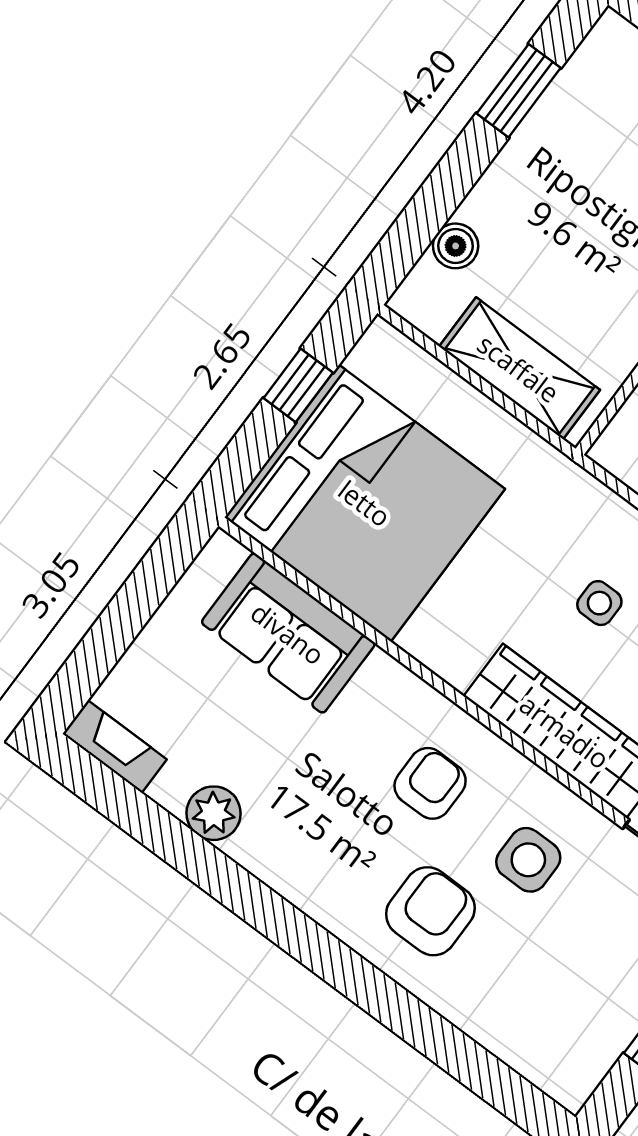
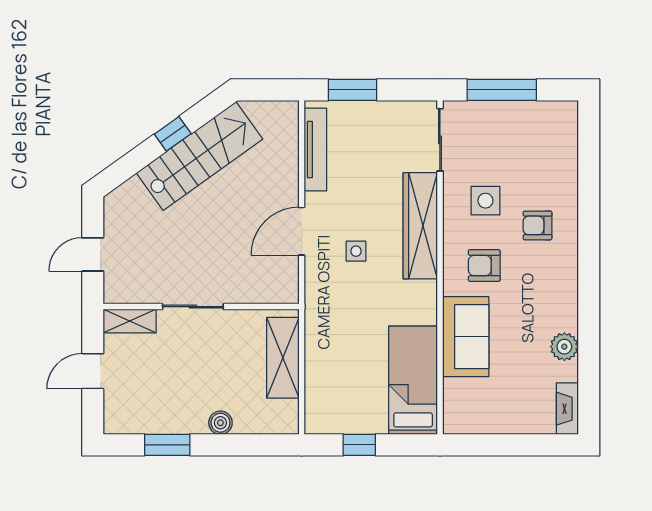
boiler: (456, 246) -> (220, 423), moved
bed: (365, 503) -> (413, 380), width x0.49
sofa: (288, 633) -> (466, 337), moved
armchair: (430, 911) -> (537, 225), width x0.72, depth x0.72

